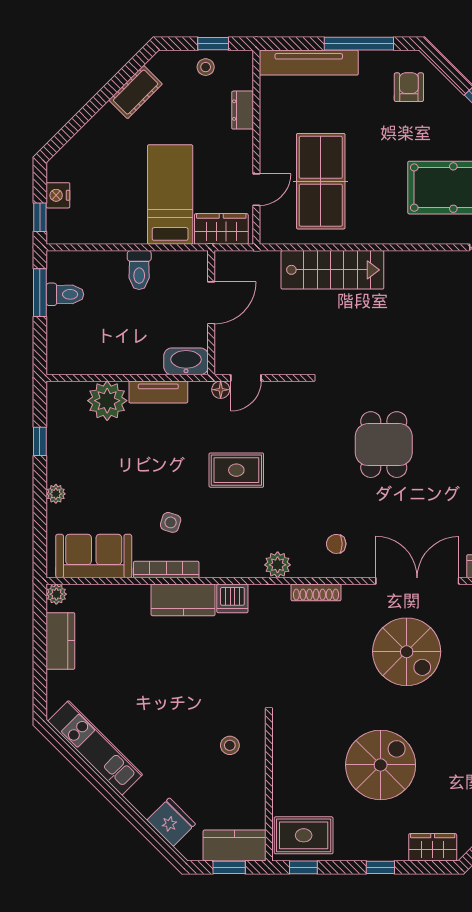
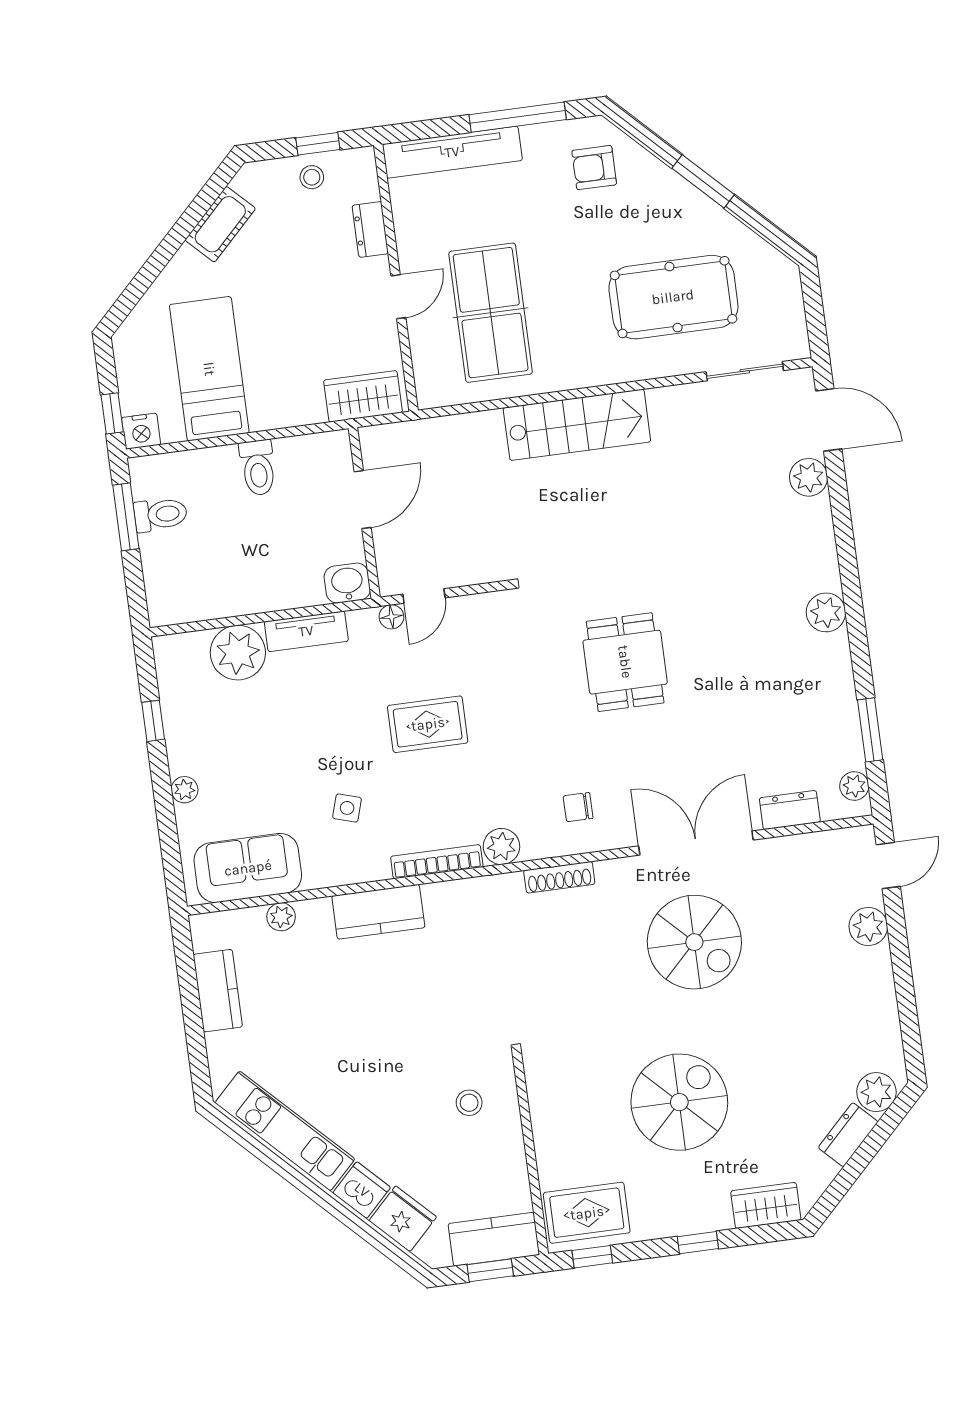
armchair: (409, 87) -> (594, 168), turned -90
door: (256, 190) -> (398, 297), moved
nightstand: (58, 195) -> (141, 431), moved, turned -90
bed: (170, 195) -> (209, 369), moved
stairs: (332, 270) -> (577, 425), moved
washbasin: (186, 361) -> (347, 583), width x0.72
bookcase: (166, 570) -> (437, 862), moved
plant: (56, 594) -> (281, 917), moved
dishwasher: (232, 598) -> (362, 1190), moved, turned -135

